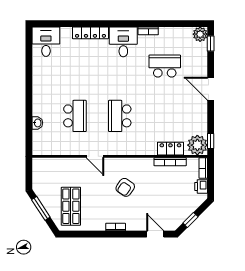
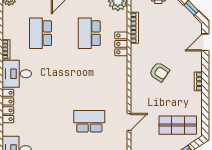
school desk: (120, 116) -> (89, 33), moved, turned 90
locker: (170, 149) -> (121, 44), moved
door: (95, 156) -> (129, 122), moved

